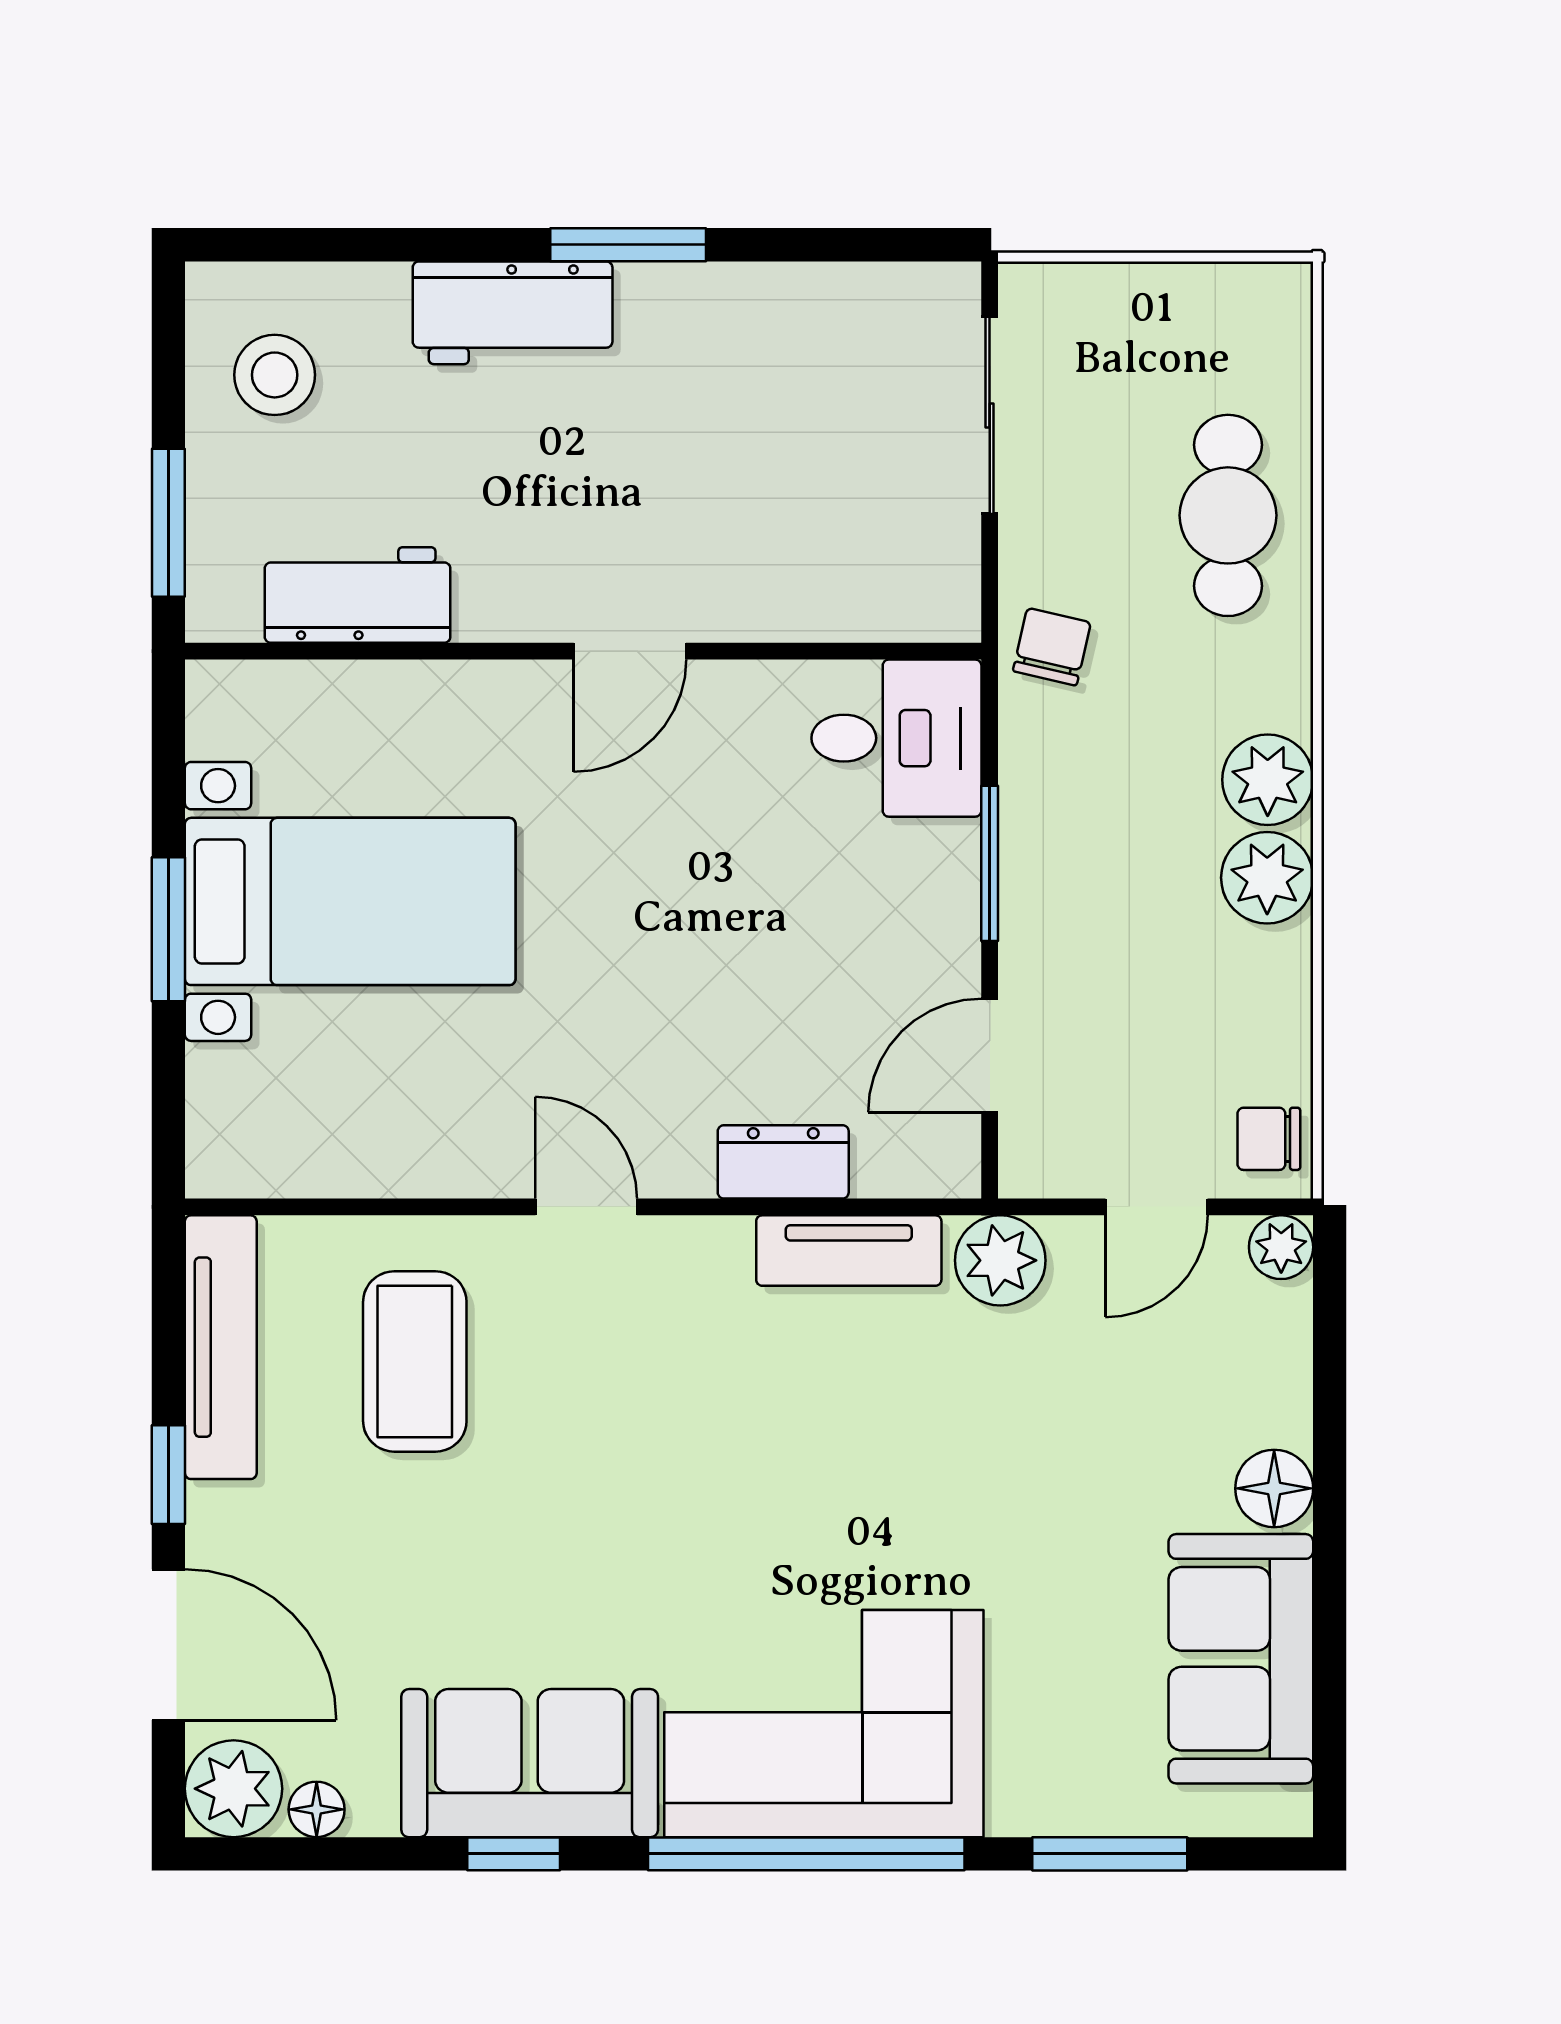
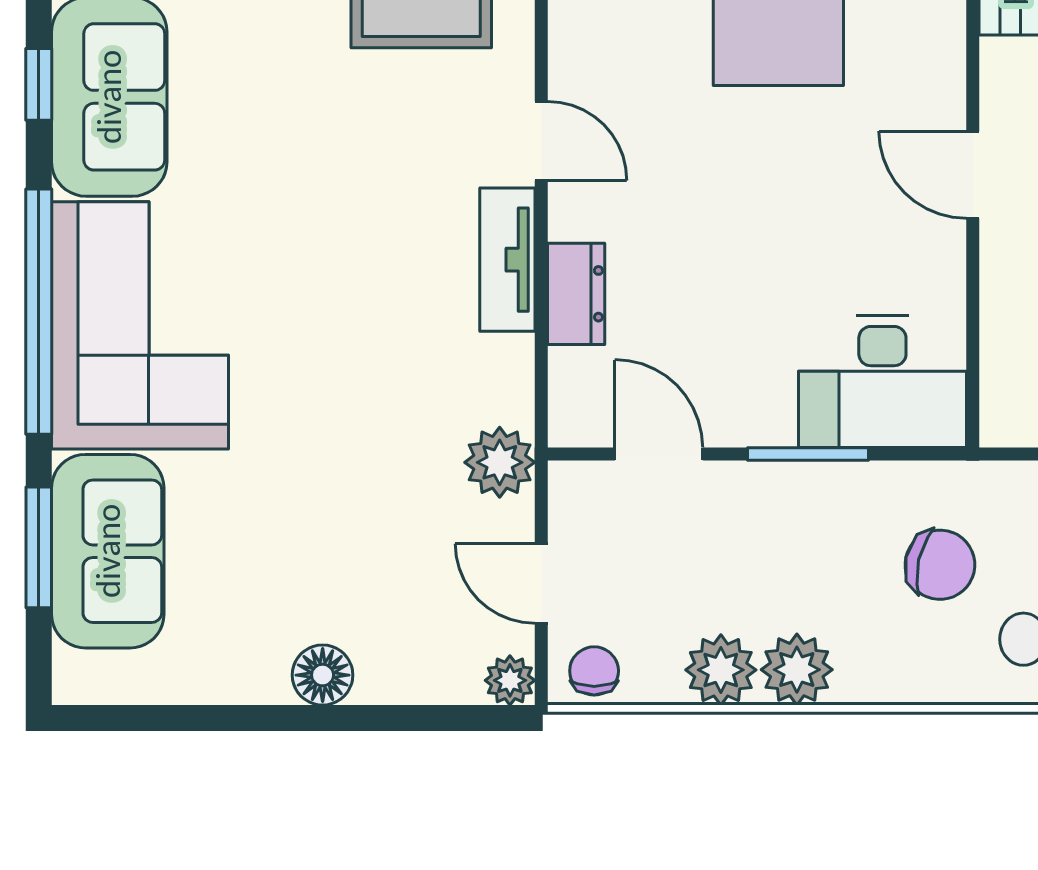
chair: (1052, 647) -> (940, 565), moved, width x1.37, depth x1.37
desk: (896, 738) -> (882, 382), width x1.37
plant: (1268, 780) -> (721, 670), moved
door: (586, 1207) -> (541, 141), hinge flipped
tv unit: (849, 1251) -> (507, 260), moved
sofa: (1241, 1659) -> (108, 551), moved, turned 90

